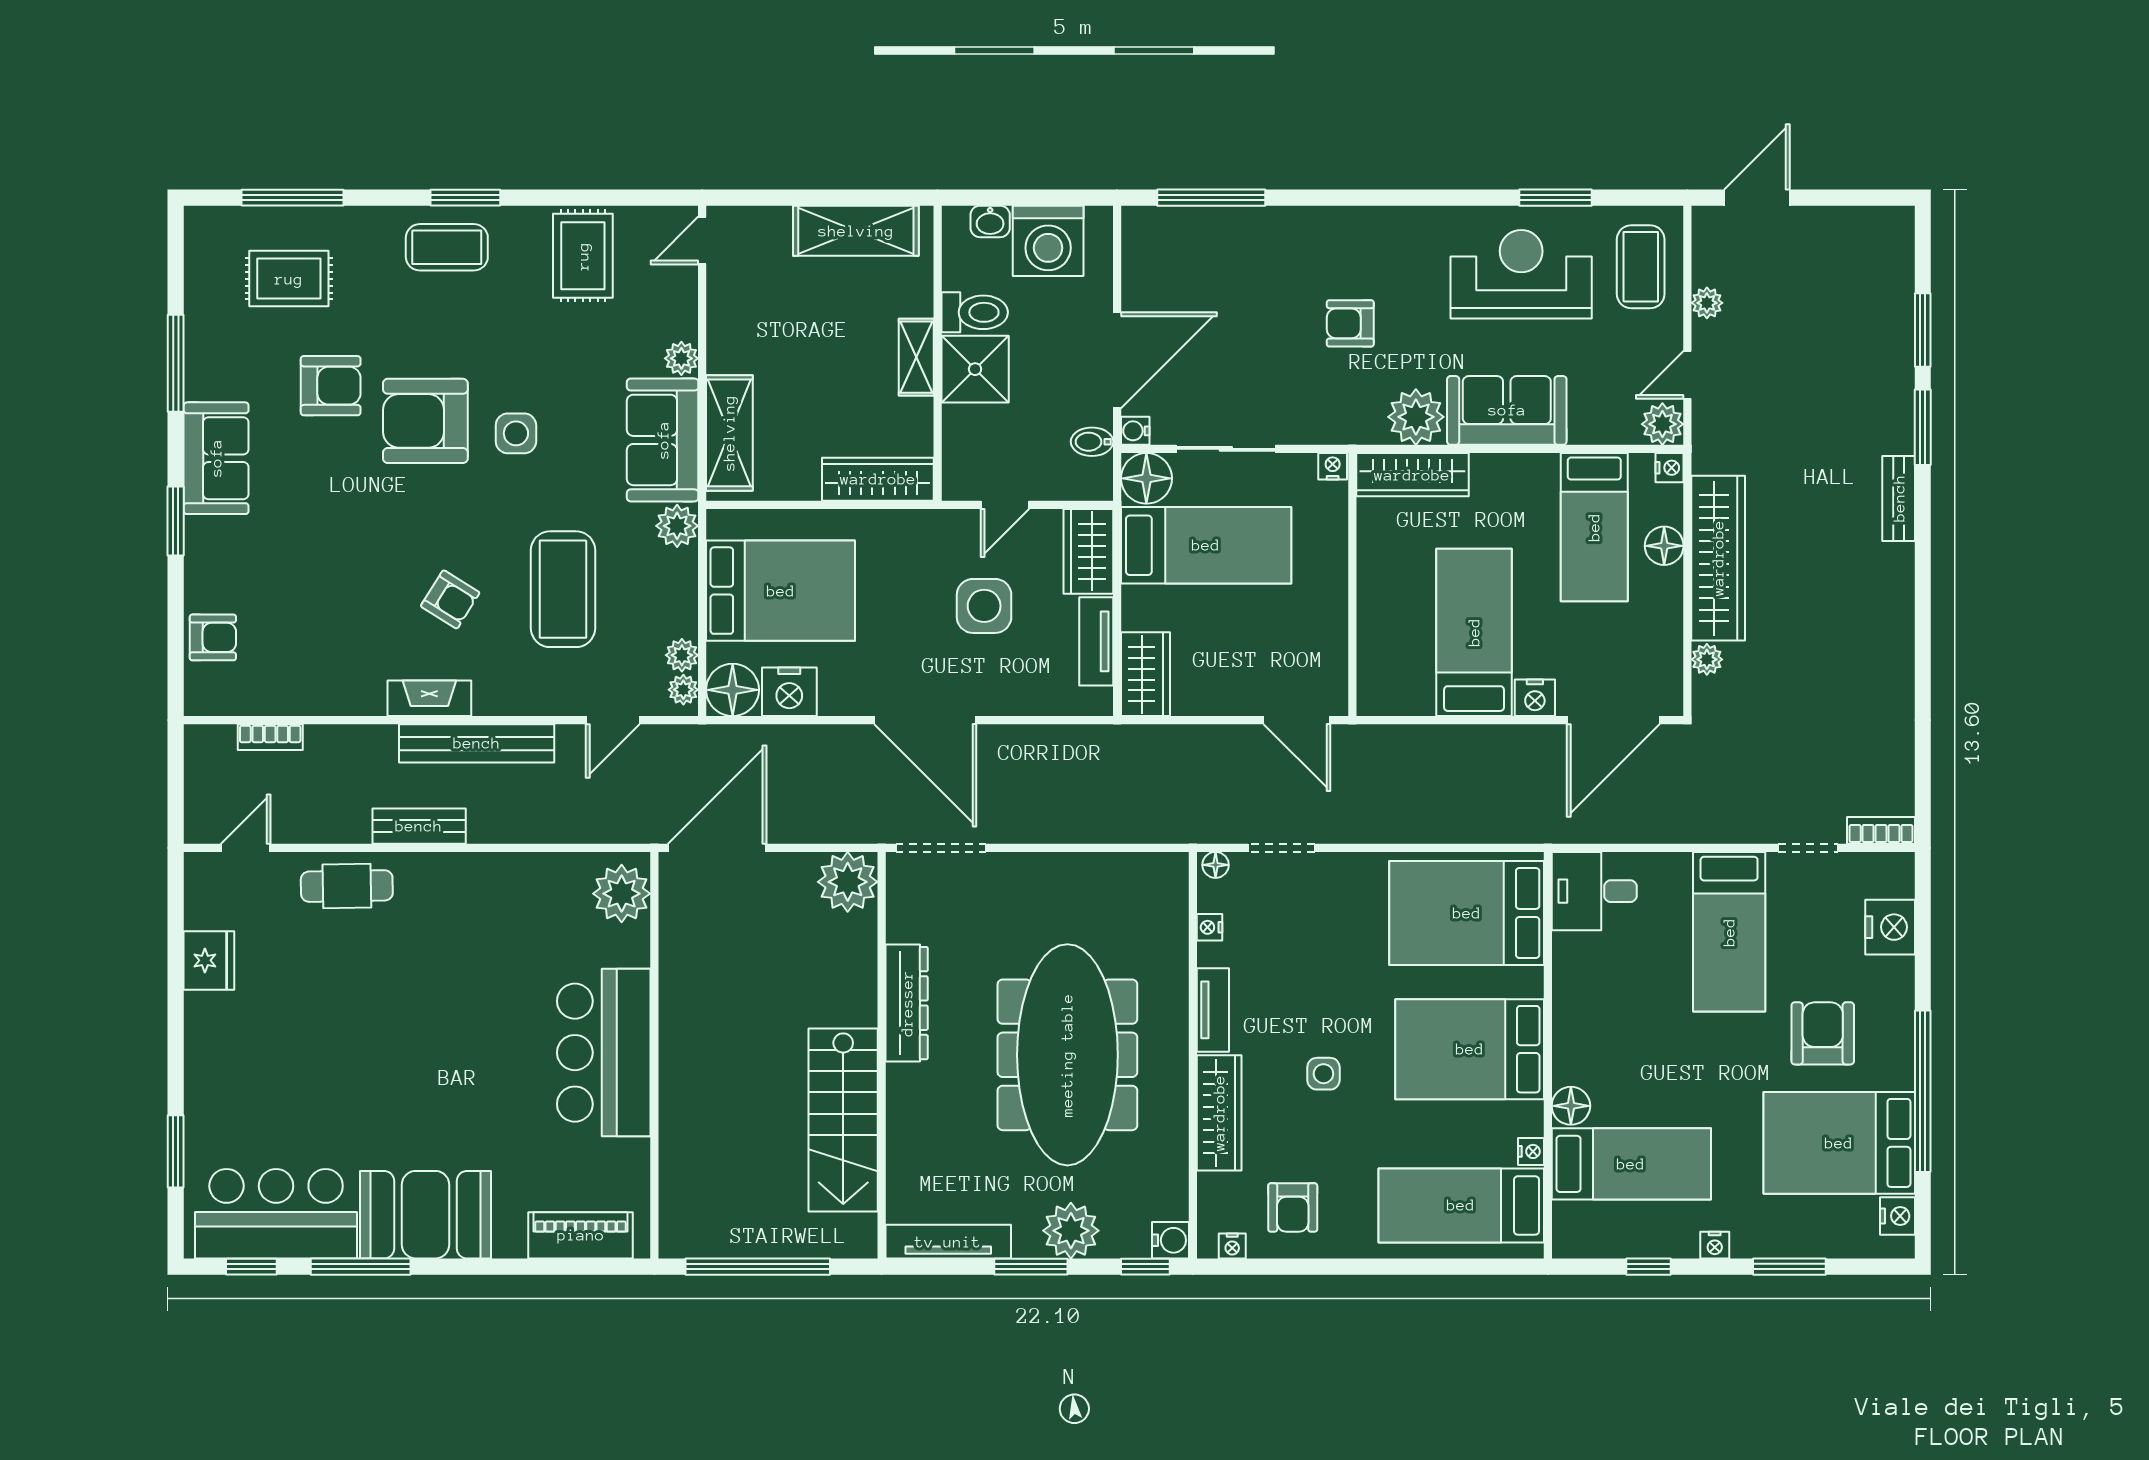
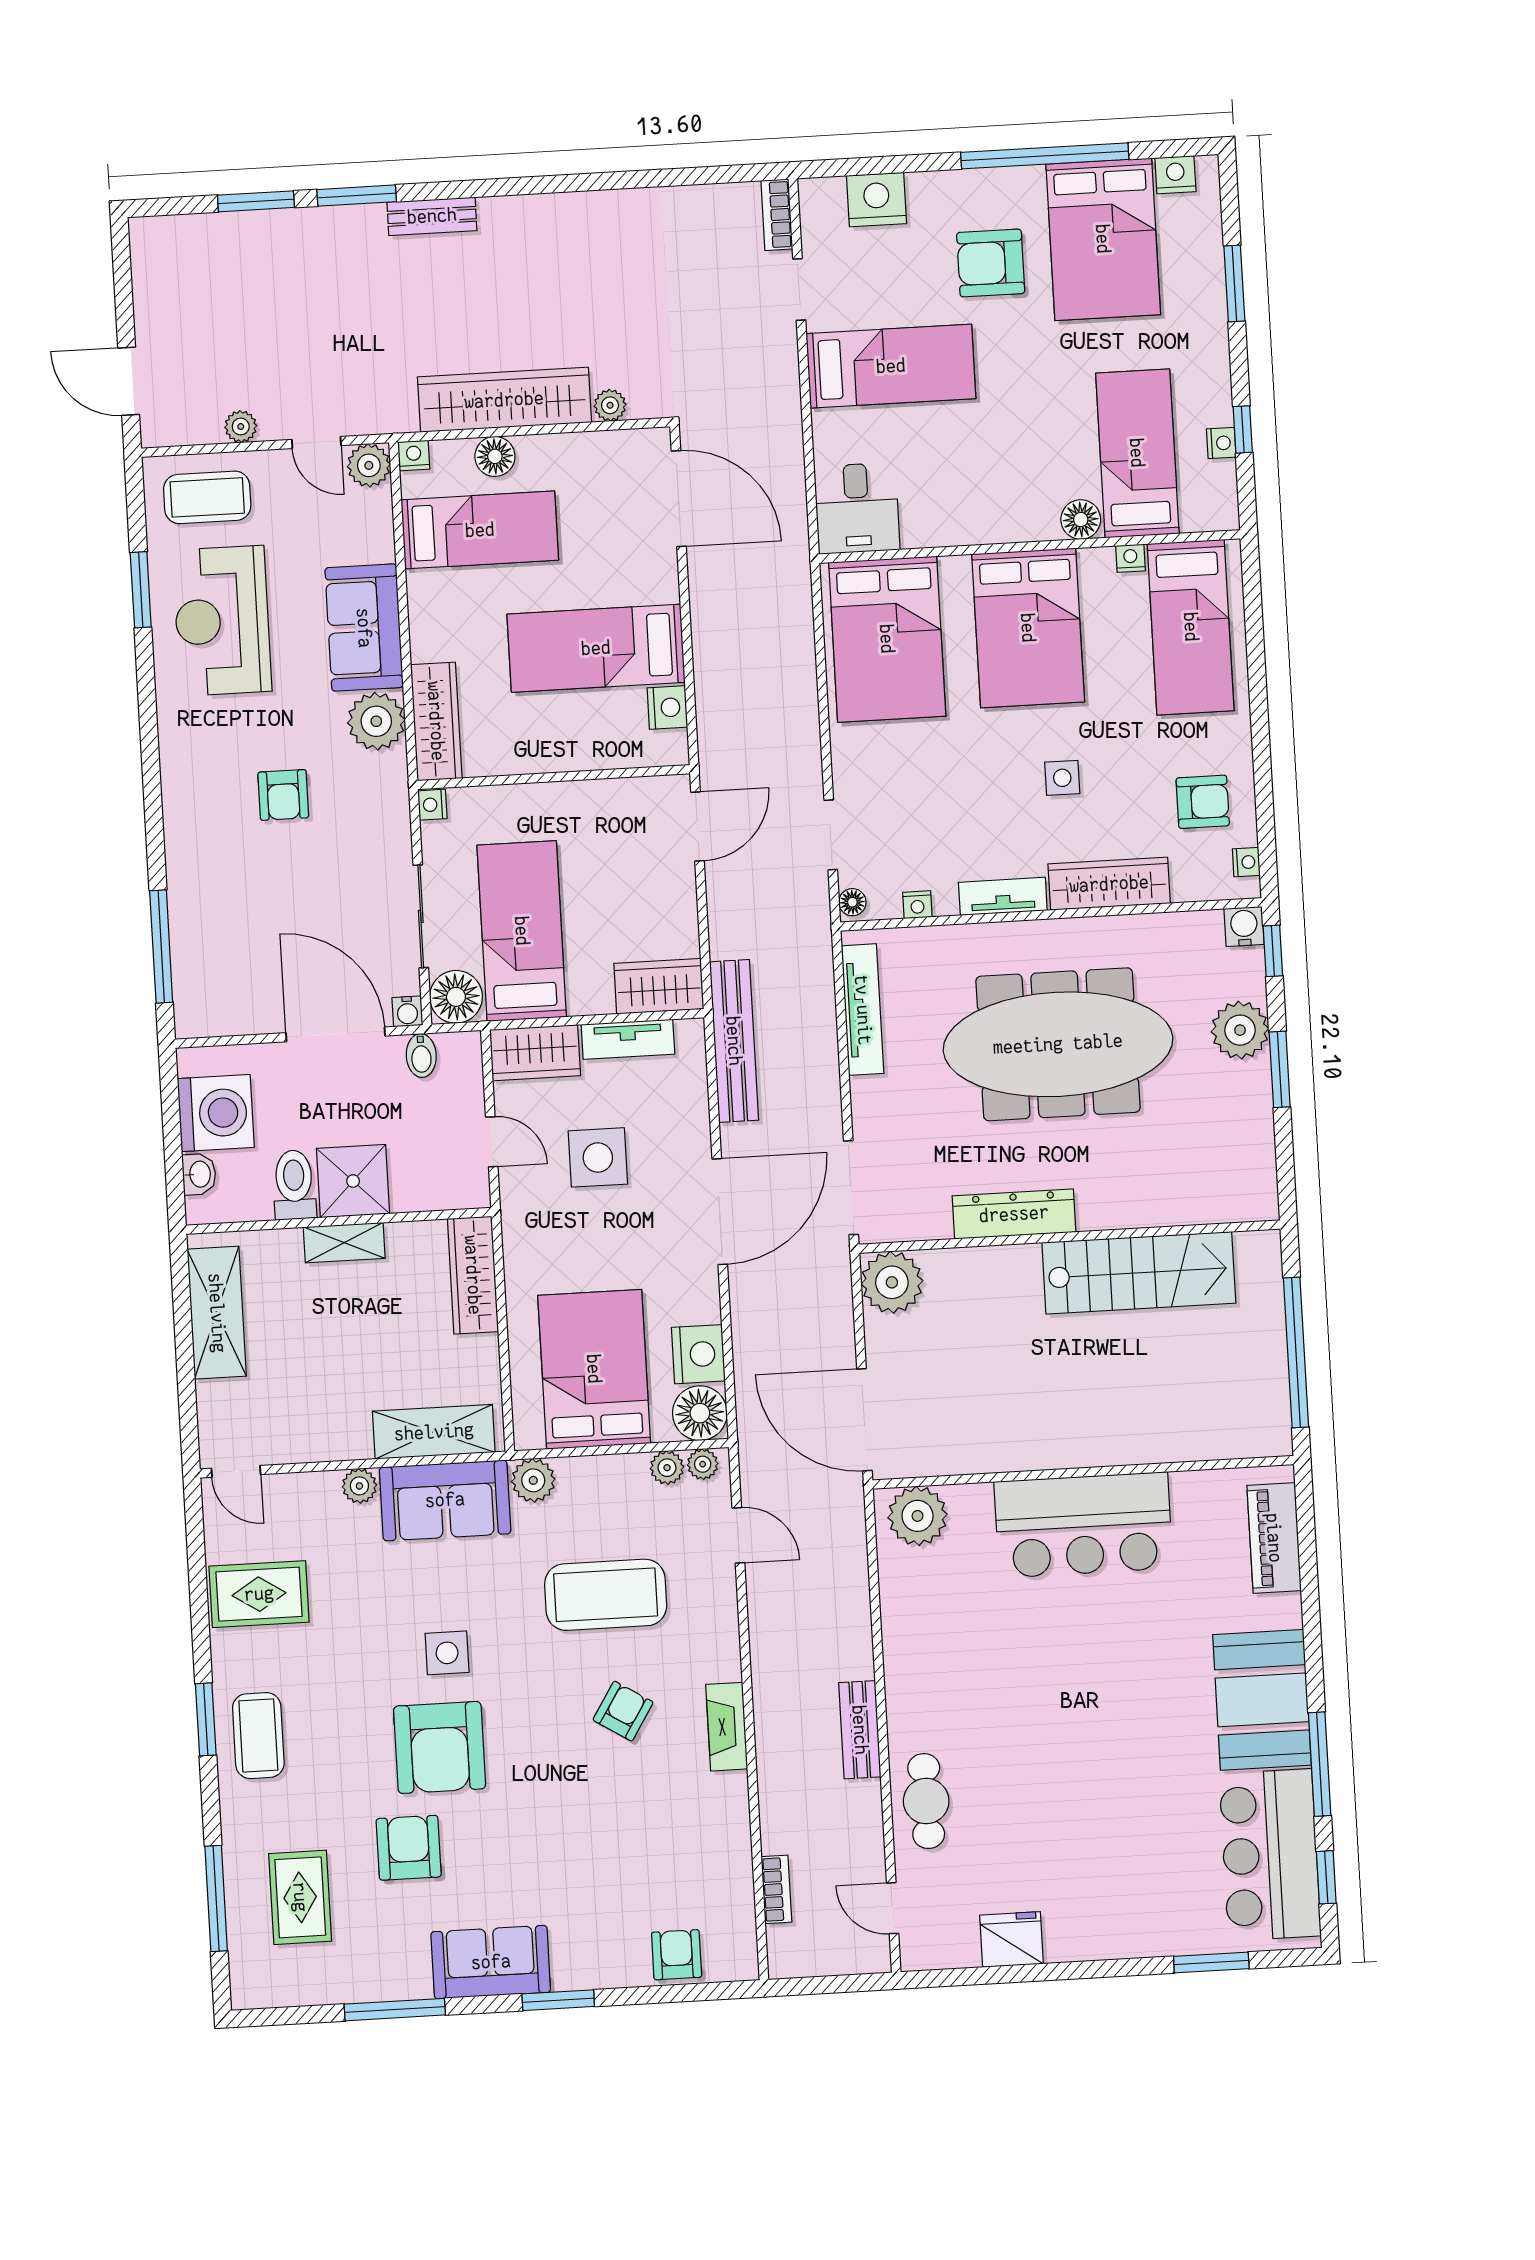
nightstand: (1535, 698) -> (667, 708), moved
bench: (477, 743) -> (734, 1041), moved
tv unit: (948, 1242) -> (863, 1010), moved, turned 180
nightstand: (1715, 1245) -> (1221, 443), moved

